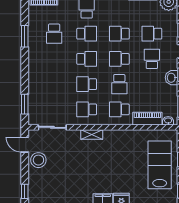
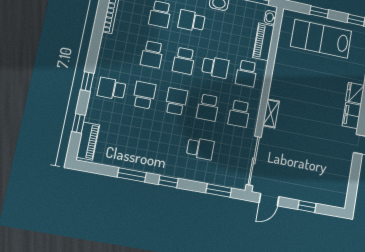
school desk: (54, 34) -> (200, 149), moved
window: (25, 65) -> (168, 181), added
sliding door: (52, 127) -> (254, 161), width x1.37
stool: (38, 160) -> (291, 186), removed
window: (25, 191) -> (307, 206), moved

